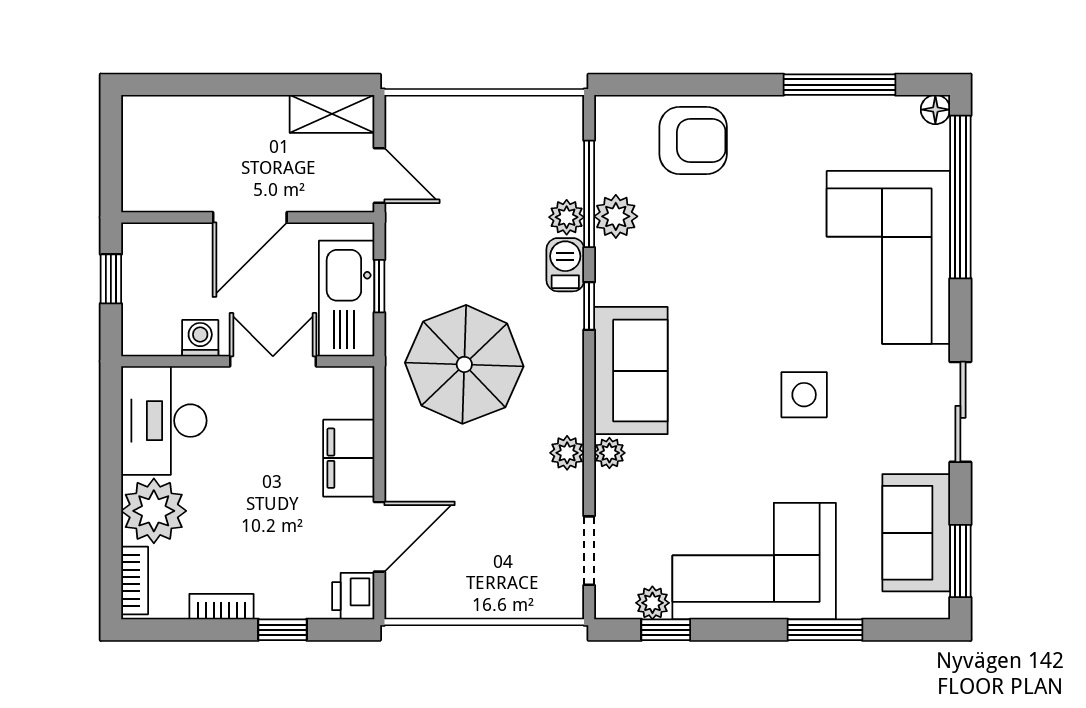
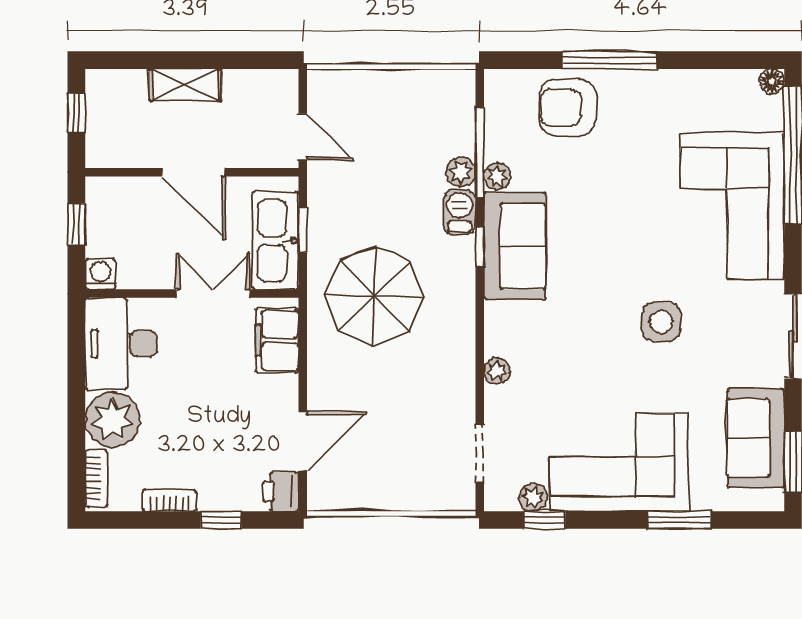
window: (839, 85) -> (609, 60), moved
shelving: (332, 114) -> (186, 85), moved
armchair: (693, 140) -> (567, 107), turned 180
window: (111, 147) -> (76, 113), added
plant: (616, 216) -> (497, 176), width x0.73, depth x0.73
door: (250, 217) -> (194, 172), hinge flipped
washing machine: (200, 338) -> (100, 274), moved
sofa: (631, 371) -> (515, 246), moved
plant: (567, 453) -> (461, 371), removed
filing cabinet: (349, 458) -> (277, 340), moved

